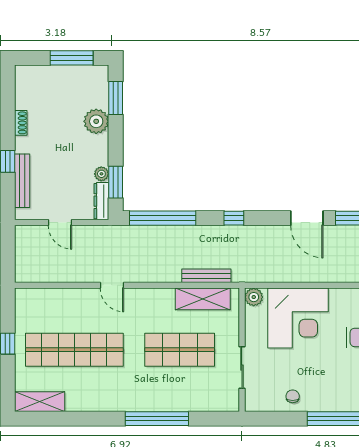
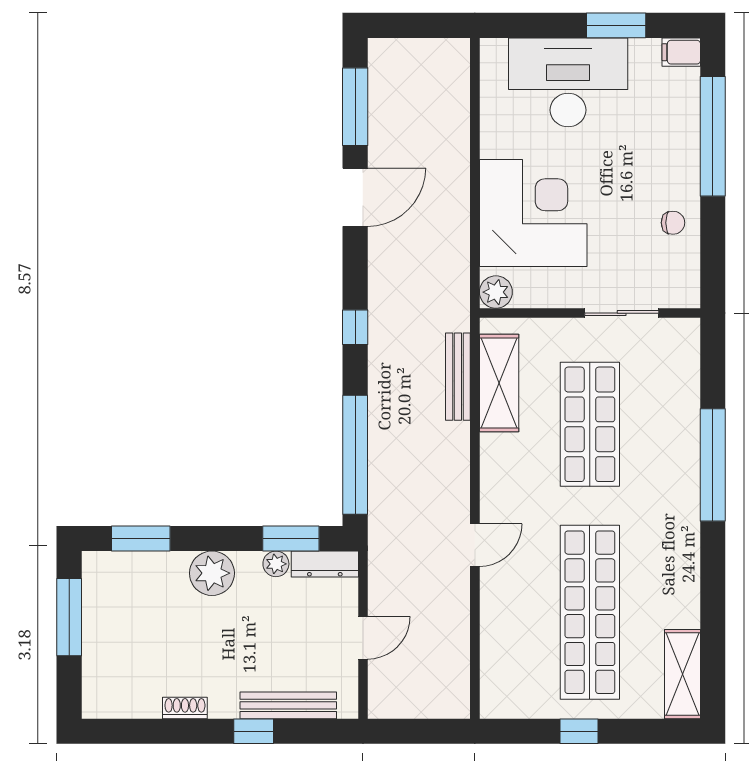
plant: (96, 121) -> (212, 573), moved
chair: (293, 396) -> (673, 223), turned 180

